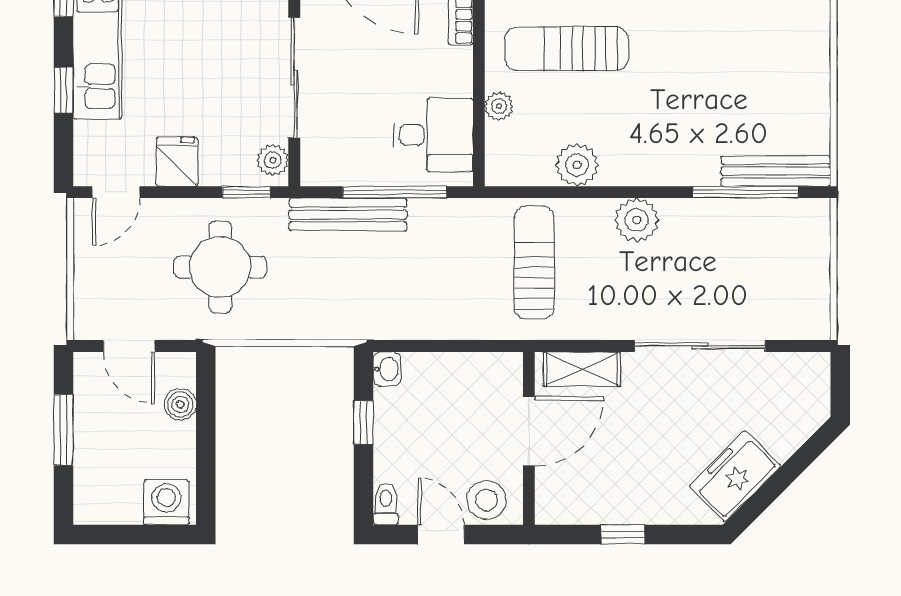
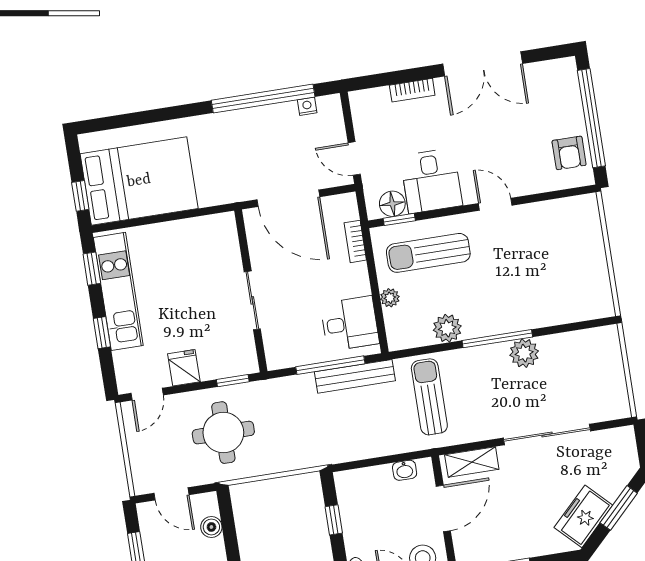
sliding door: (294, 78) -> (252, 300), width x0.73
plant: (273, 160) -> (247, 357), removed
bench: (776, 171) -> (579, 312), removed
window: (746, 192) -> (497, 339), moved
bench: (348, 214) -> (355, 376), moved
plant: (637, 220) -> (524, 353), moved
washbasin: (387, 369) -> (405, 470), moved, turned 90
window: (789, 472) -> (619, 508), added

